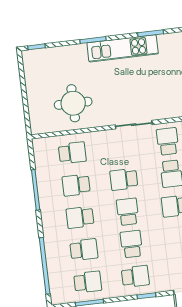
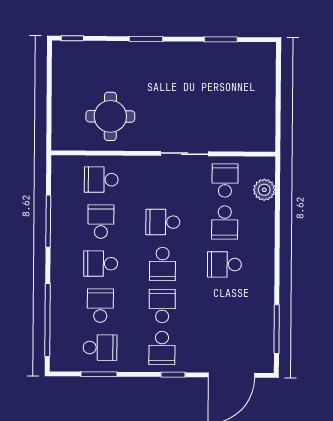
kitchen unit: (123, 48) -> (182, 54), removed
school desk: (72, 153) -> (101, 180), turned 180
school desk: (76, 185) -> (101, 222), turned 90
school desk: (128, 212) -> (163, 264), turned 180
school desk: (84, 250) -> (100, 306), turned -90
school desk: (135, 276) -> (162, 348), turned 90

